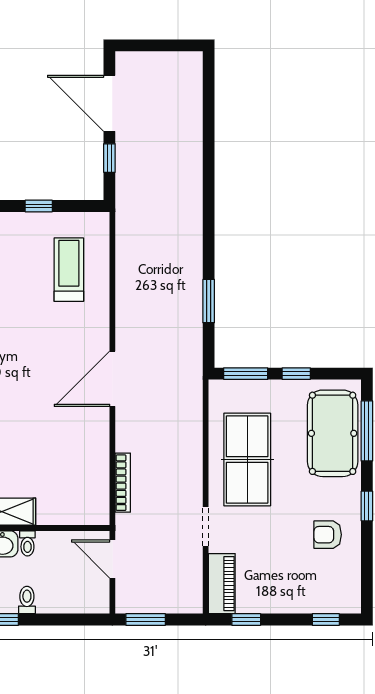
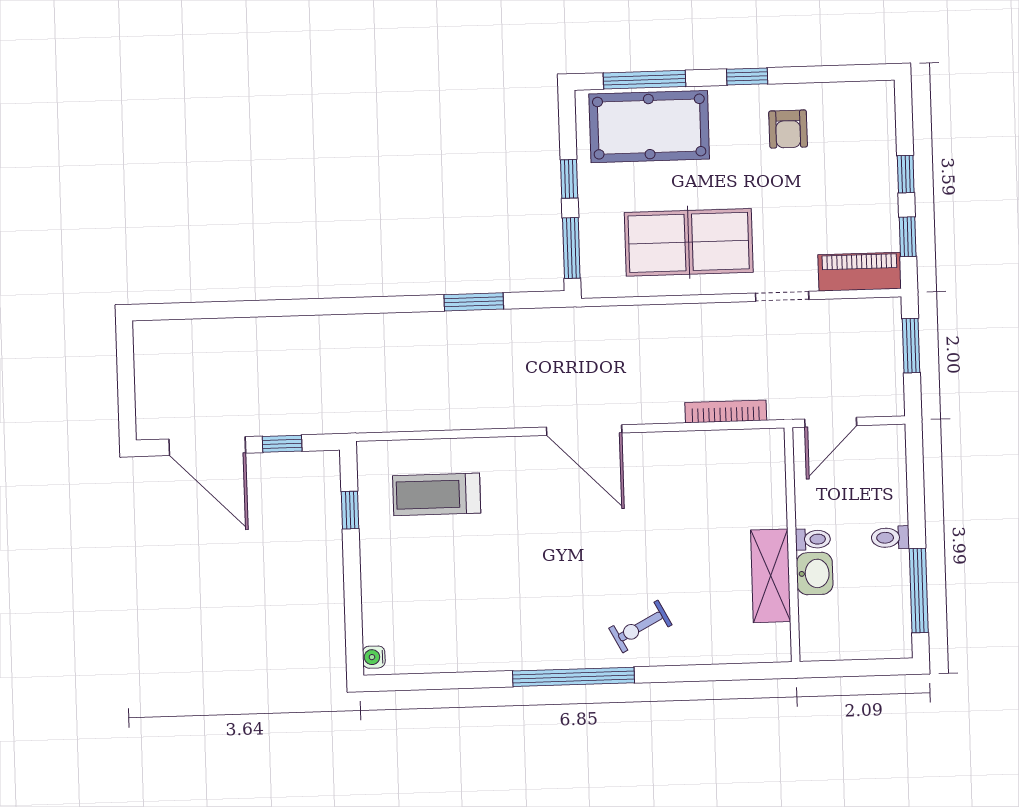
door: (109, 103) -> (207, 446), hinge flipped
window: (39, 206) -> (350, 510), moved
window: (146, 619) -> (911, 346), moved
window: (326, 619) -> (906, 174), moved

